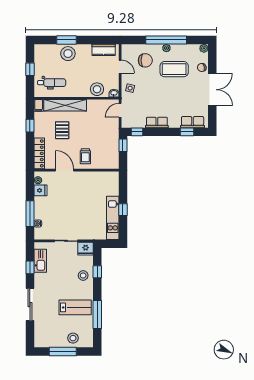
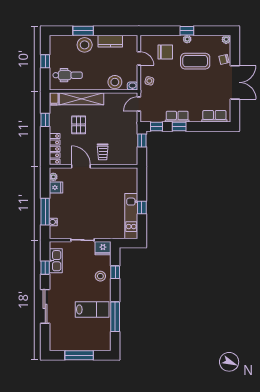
window: (166, 40) -> (187, 31), width x0.32
kitchen counter: (104, 50) -> (110, 41), moved
window: (187, 132) -> (179, 127), moved
stool: (73, 338) -> (90, 341), removed

